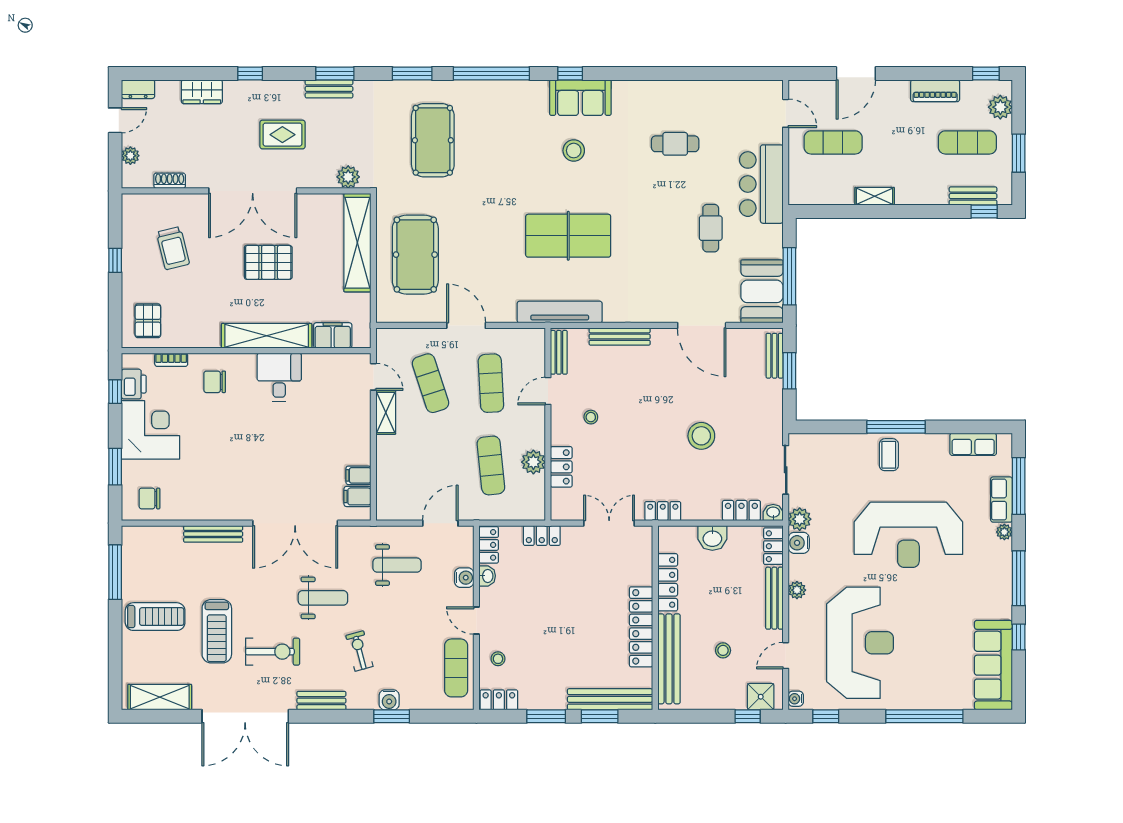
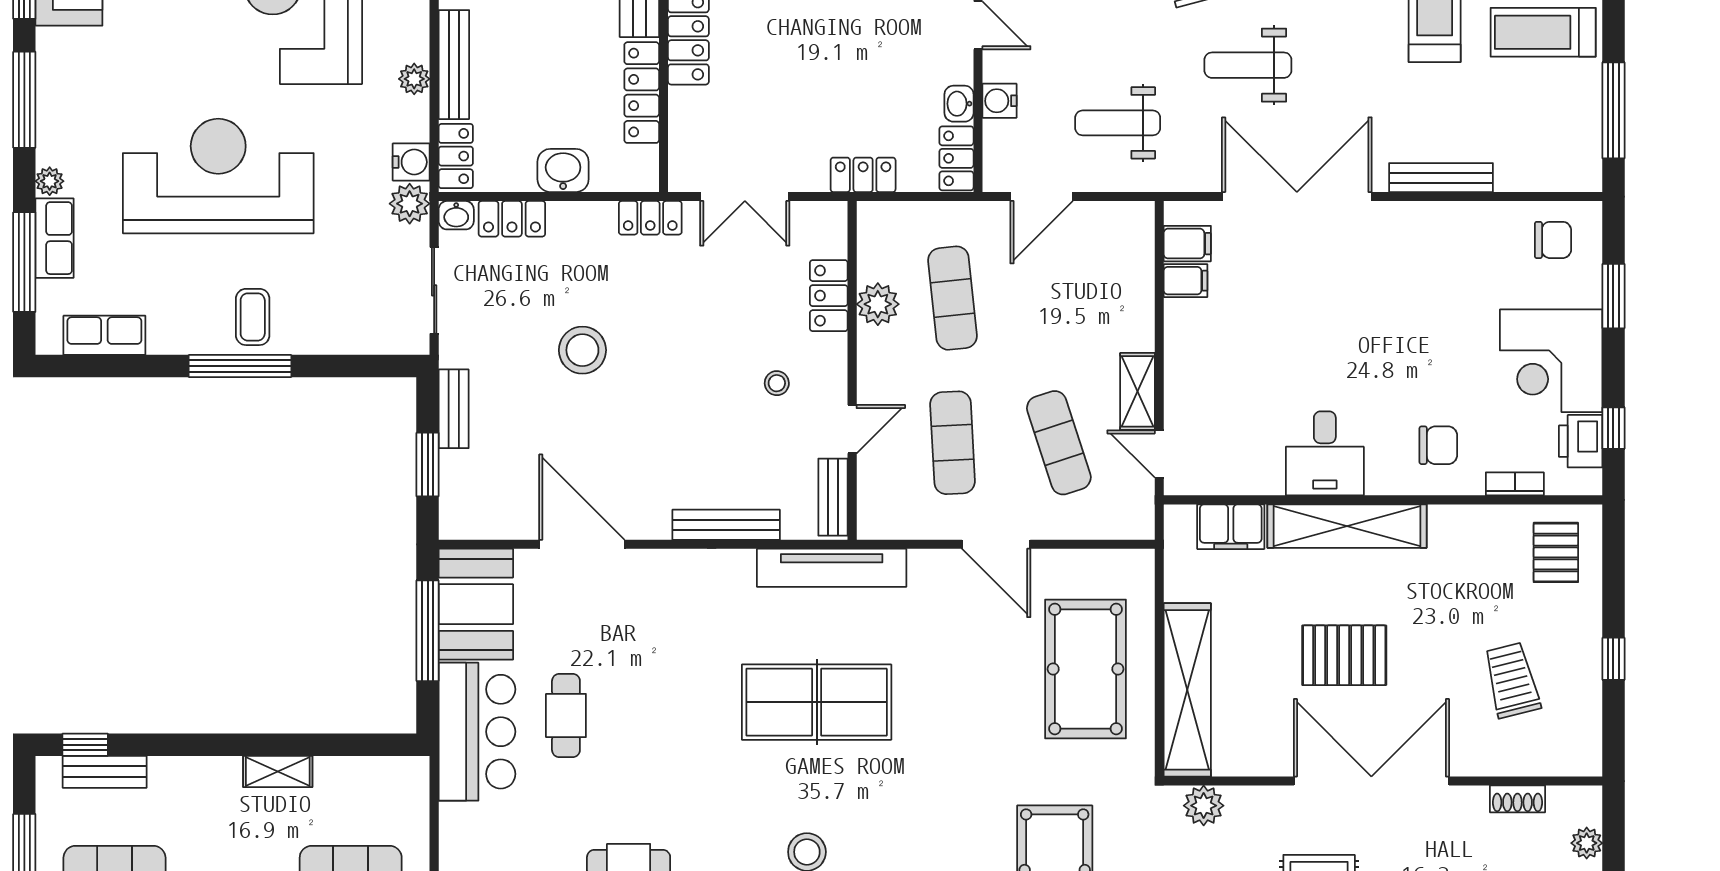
bar counter: (761, 184) -> (477, 732), moved
bench: (775, 356) -> (454, 409), moved

